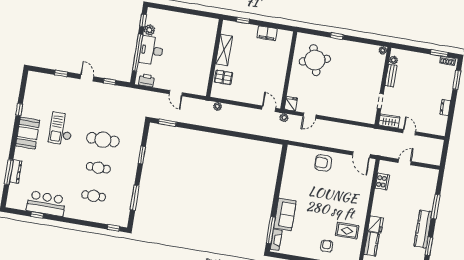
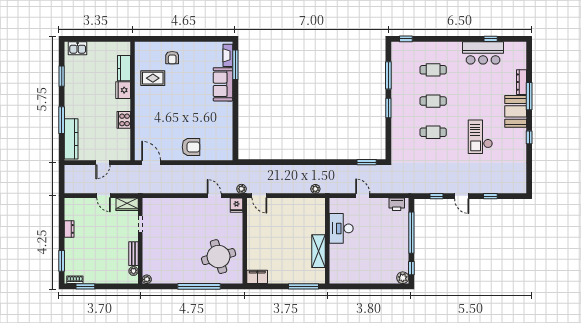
window: (243, 20) -> (303, 286), width x2.17
plant: (149, 30) -> (403, 278), moved
filing cabinet: (267, 33) -> (257, 277), moved
window: (337, 36) -> (199, 286), width x3.17
desk: (151, 51) -> (341, 228), moved, turned 180
pallet: (223, 77) -> (314, 221), removed
window: (19, 110) -> (529, 137), moved
door: (310, 116) -> (214, 196), hinge flipped
checkout: (61, 129) -> (480, 137), turned 180
booth: (28, 133) -> (516, 111), moved
cafe table: (103, 140) -> (433, 132), width x0.73, depth x0.74
window: (142, 155) -> (388, 108), moved
window: (9, 172) -> (529, 96), moved
cooker: (382, 182) -> (124, 120), moved
kitchen counter: (423, 229) -> (71, 139), moved

